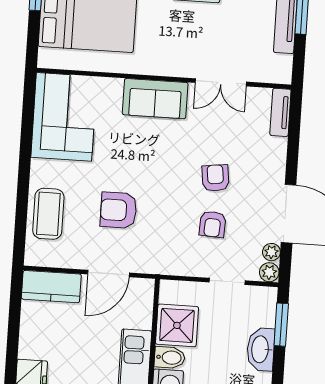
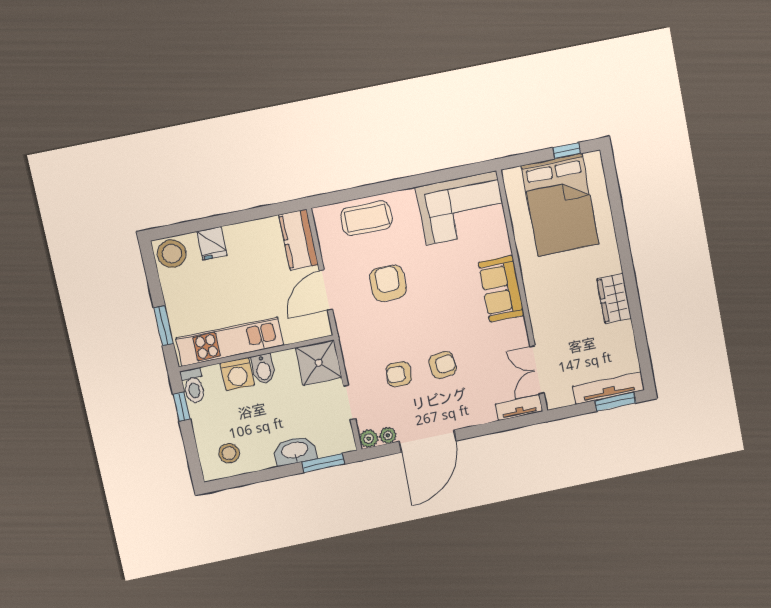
double door: (221, 82) -> (537, 370), moved
door: (109, 274) -> (326, 290), hinge flipped
shower: (177, 325) -> (319, 363), moved

